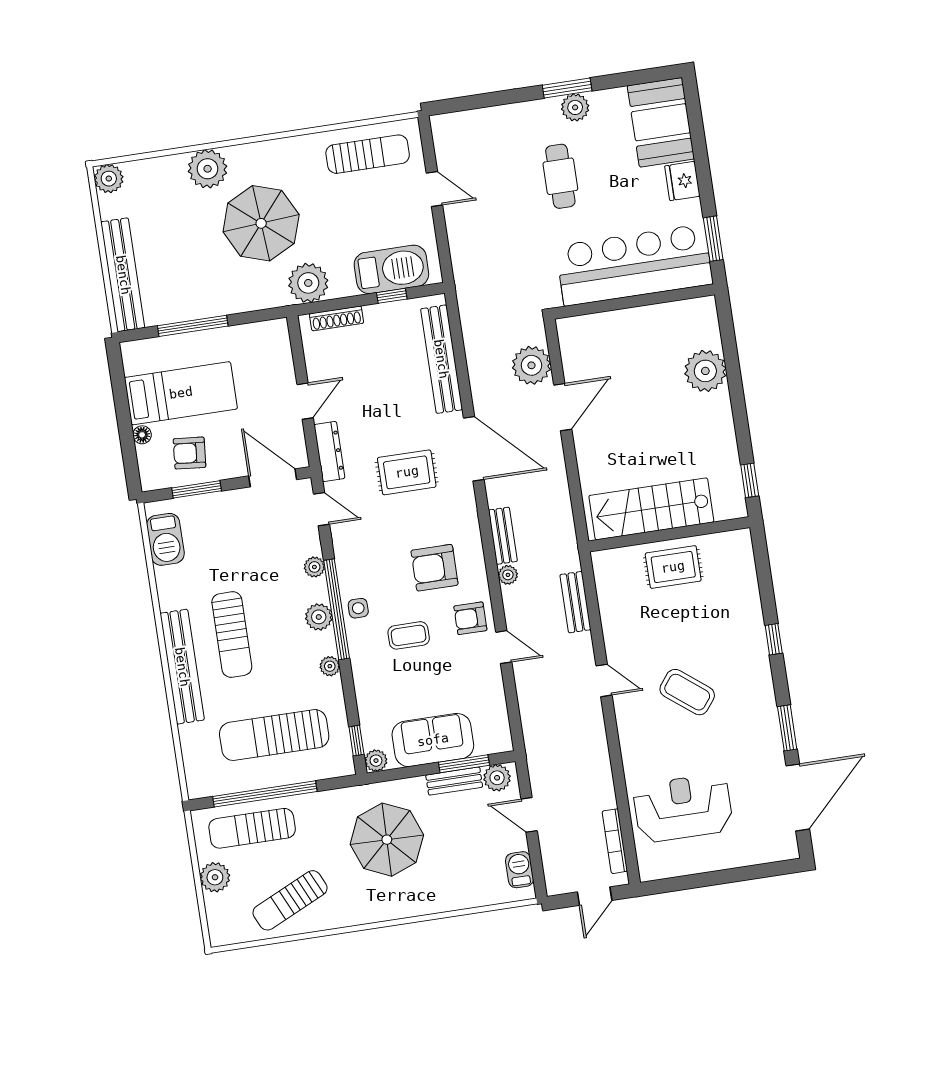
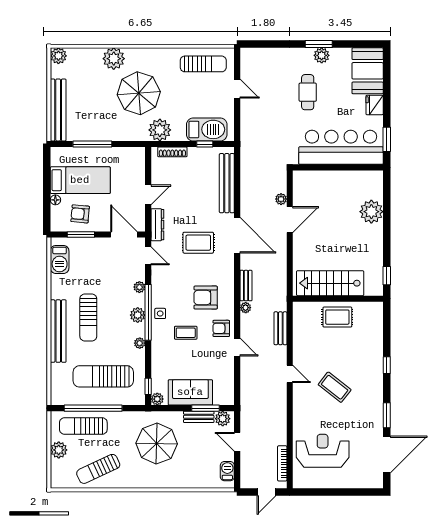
plant: (531, 365) -> (281, 199), width x0.53, depth x0.53

